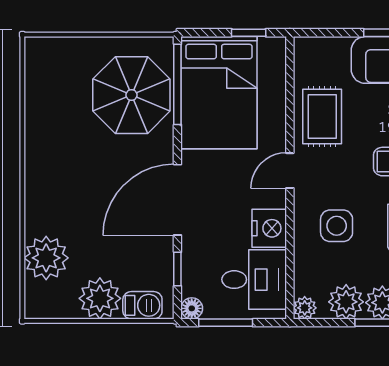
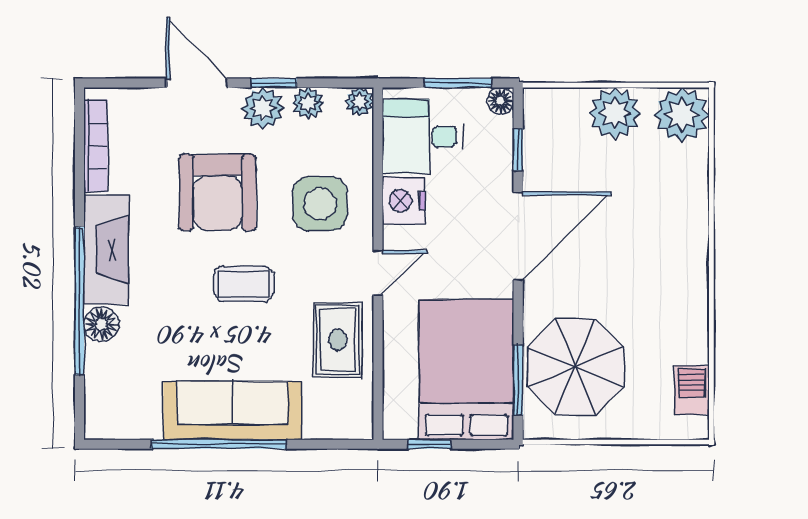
window: (177, 84) -> (518, 380), width x0.69
side table: (337, 226) -> (320, 204), width x1.37, depth x1.37
plant: (46, 258) -> (682, 115), moved
plant: (346, 302) -> (308, 103), width x0.73, depth x0.73
barbecue: (142, 305) -> (692, 390), moved, turned 90

